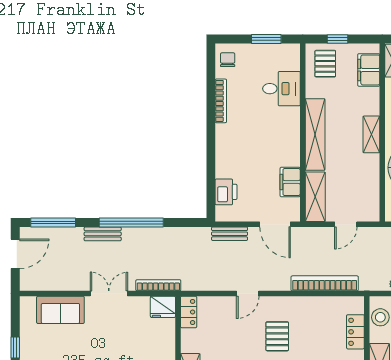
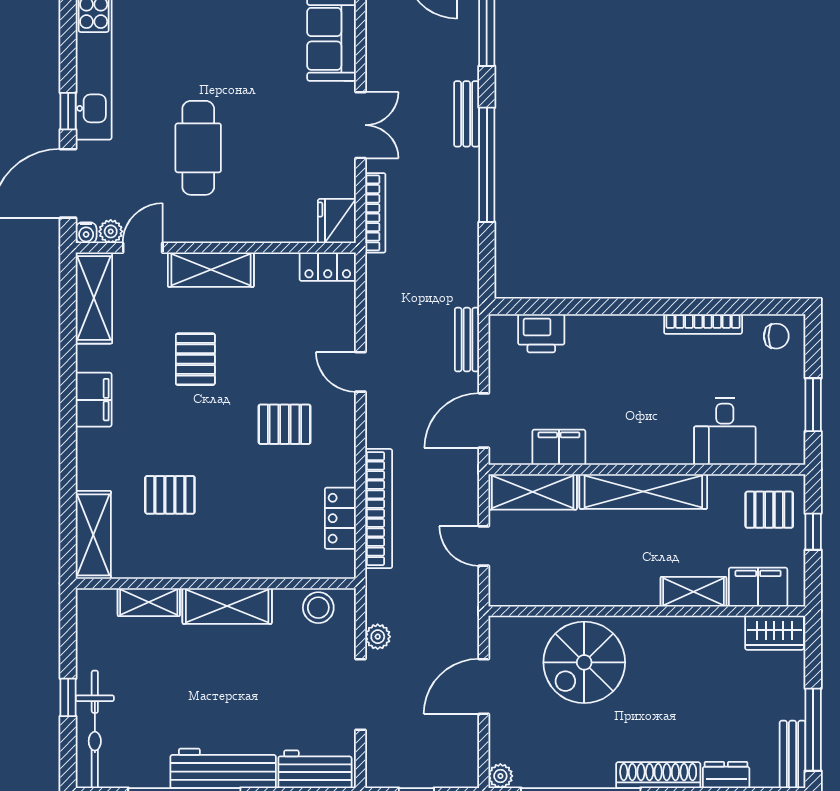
shelving: (371, 134) -> (693, 592), moved
locker: (355, 332) -> (340, 518), moved, turned -90

